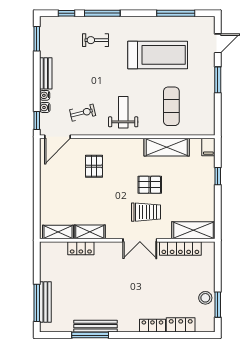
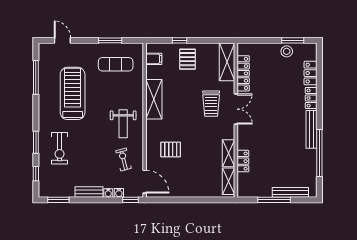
window: (102, 13) -> (36, 142), width x0.69
exercise bike: (95, 40) -> (60, 148), width x1.38, depth x1.39
window: (218, 80) -> (110, 40), moved
exercise mat: (171, 106) -> (116, 64), moved
weight bench: (123, 112) -> (123, 124), turned -90
shelving: (167, 147) -> (154, 99), moved
filing cabinet: (208, 147) -> (154, 59), moved
pallet: (150, 185) -> (188, 59), moved
trolley: (146, 212) -> (211, 104), turned 180
window: (37, 303) -> (274, 200), moved
bench: (95, 326) -> (312, 129), moved
window: (90, 335) -> (319, 153), width x1.46

